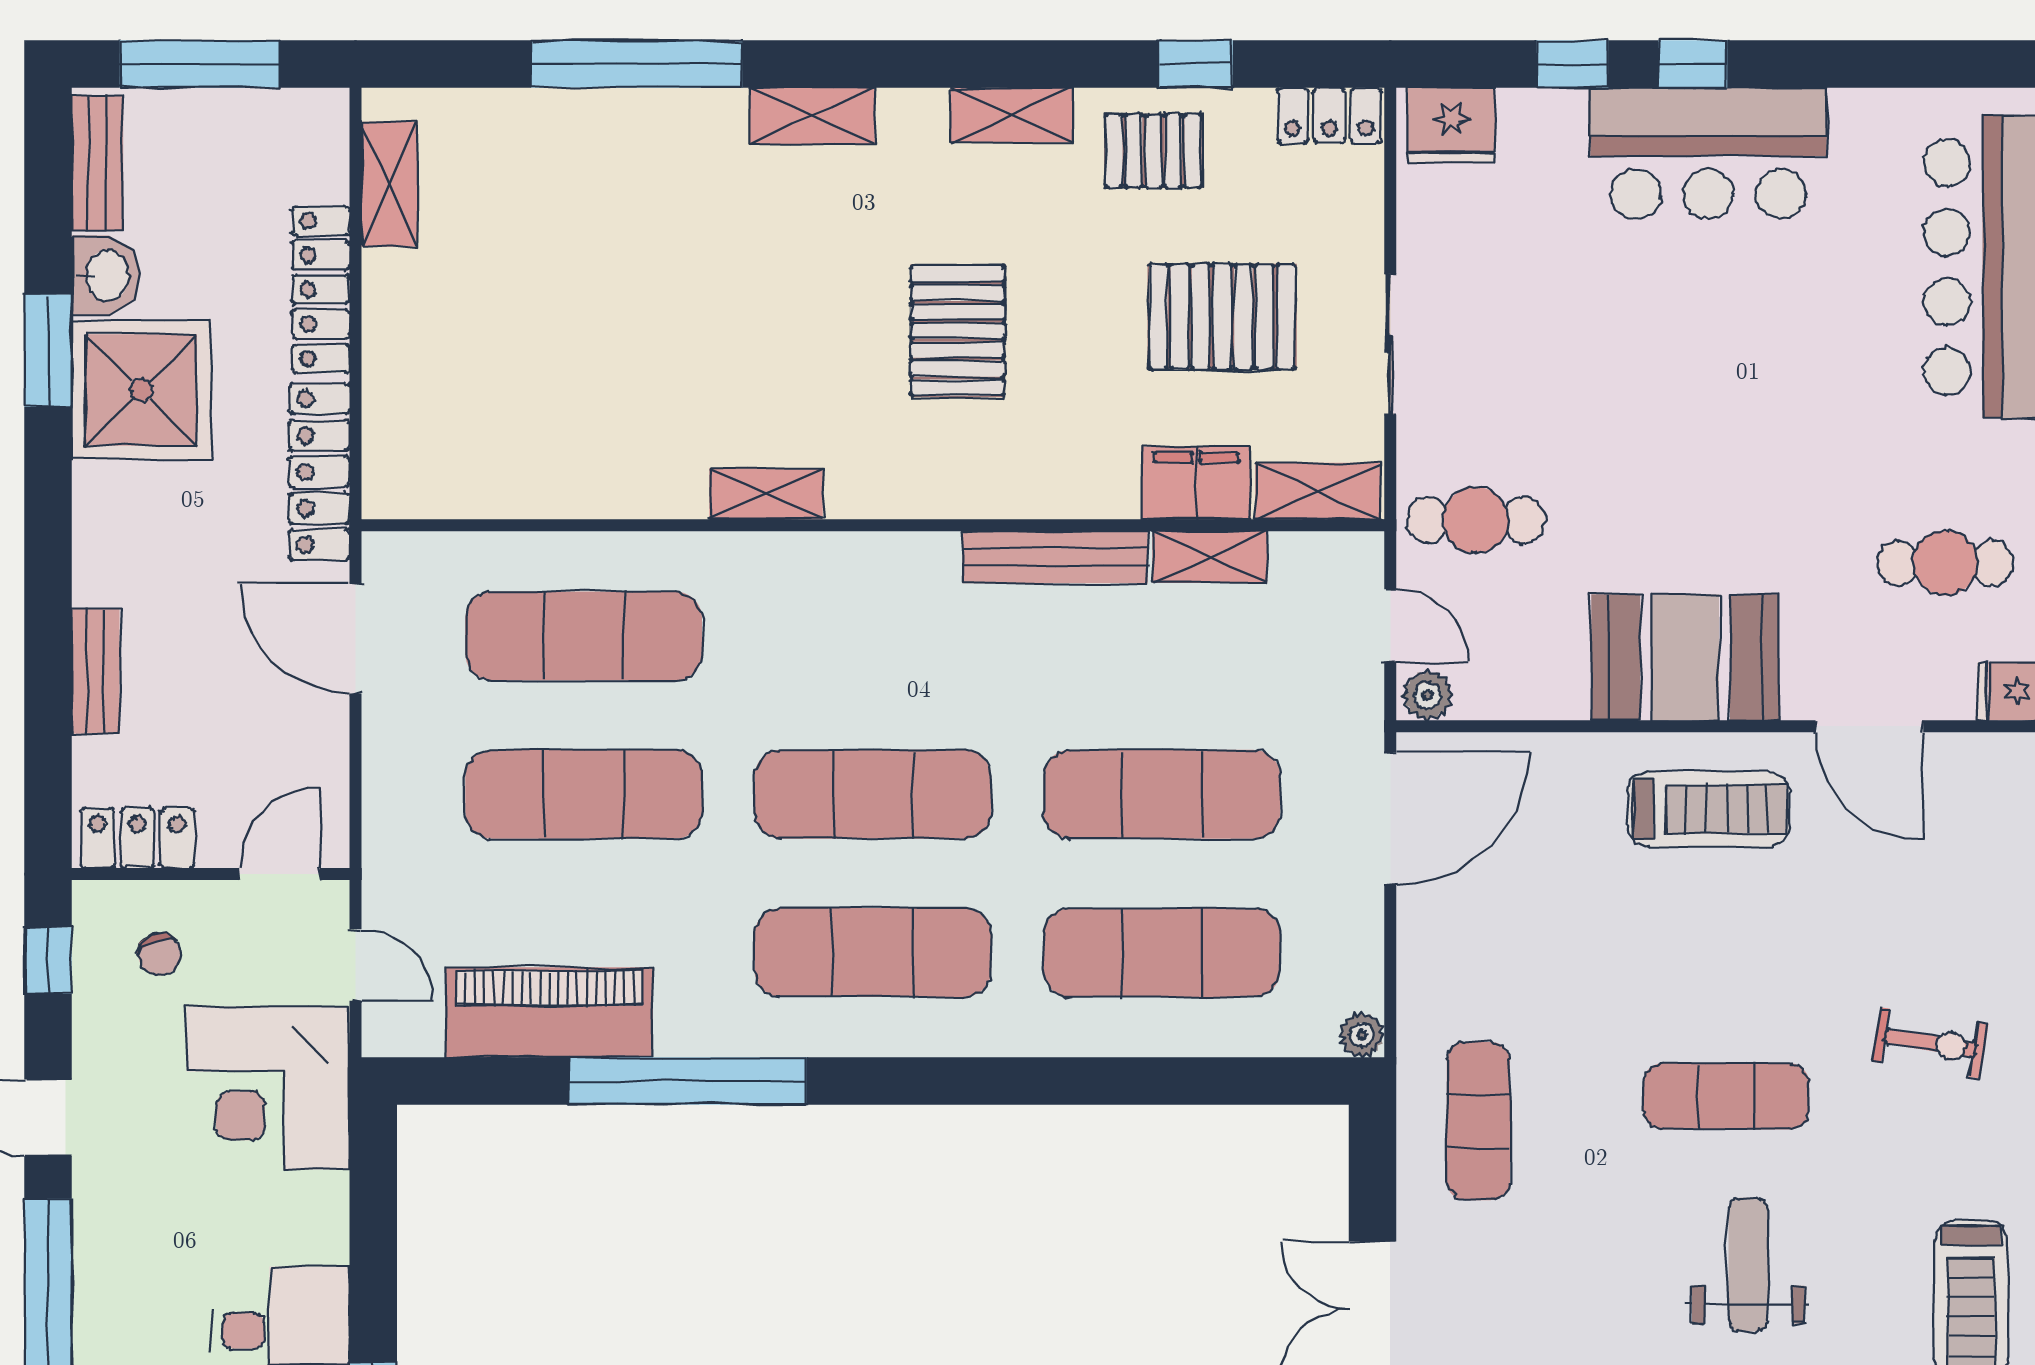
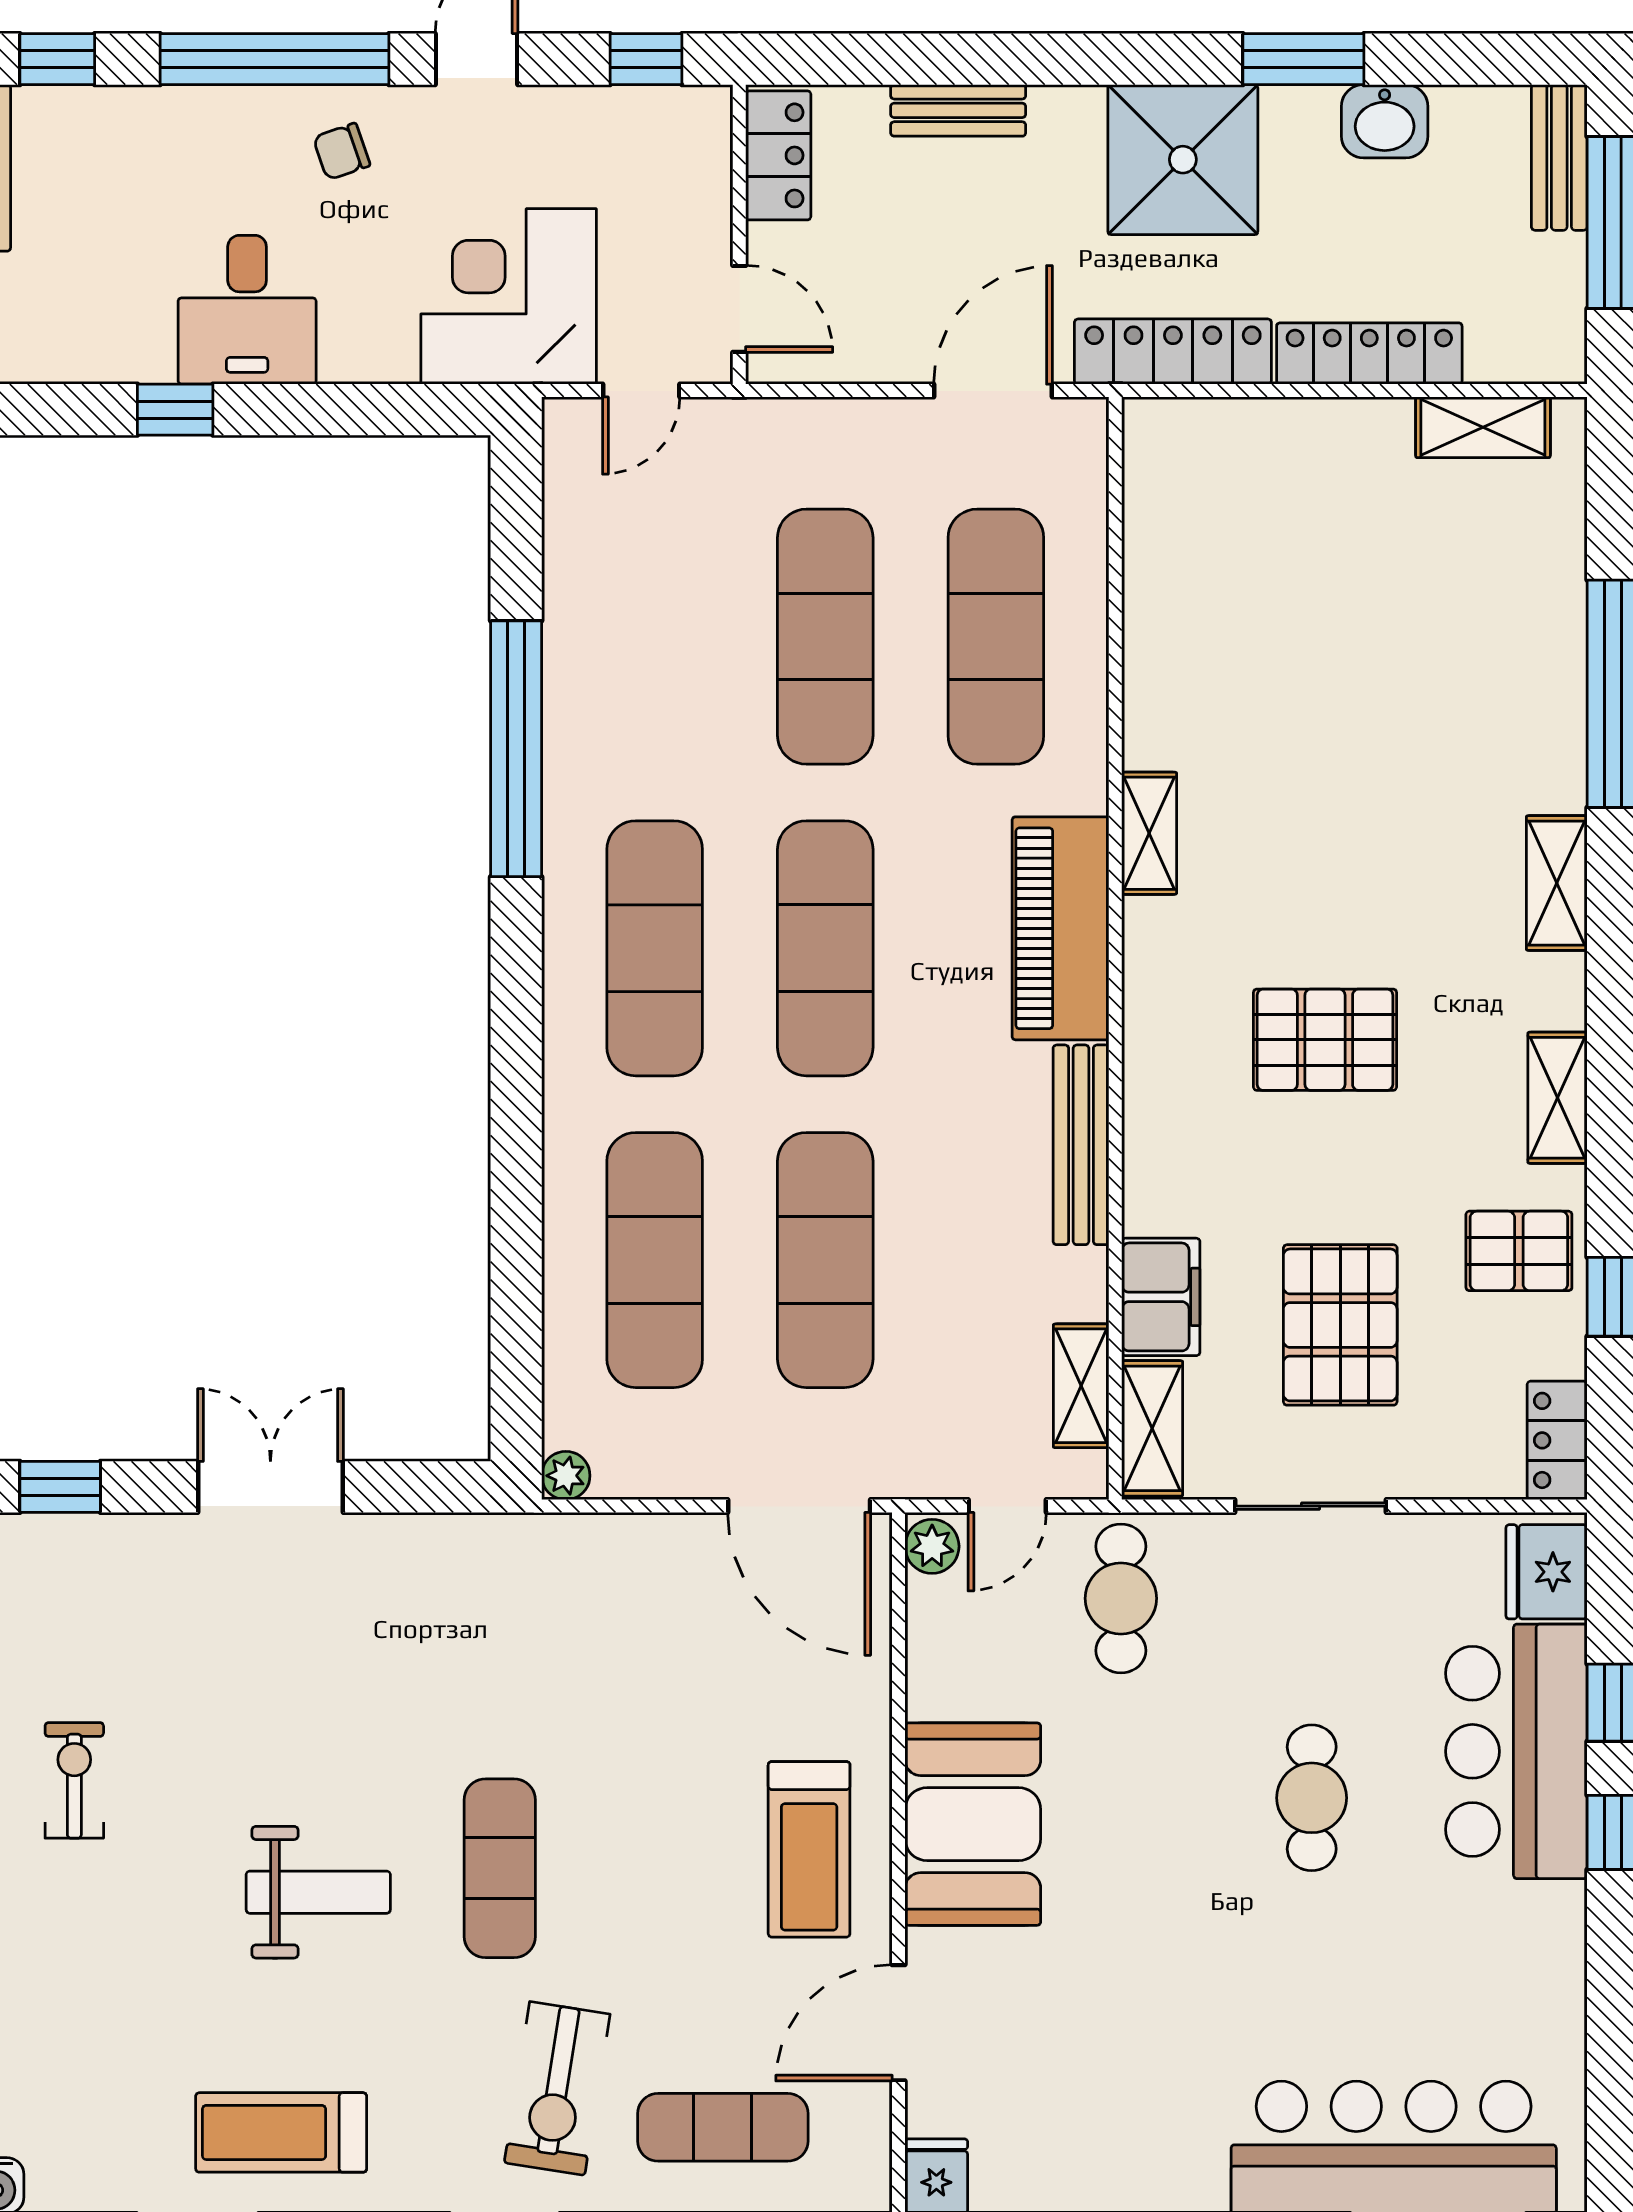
pallet: (1154, 151) -> (1519, 1251), turned 90
bar counter: (1708, 153) -> (1516, 1751), moved
bench: (97, 163) -> (1559, 157), moved, turned 90
shower: (141, 390) -> (1183, 160), moved
shelving: (1210, 557) -> (1081, 1386), moved
cafe table: (1945, 563) -> (1312, 1798), moved
chair: (160, 954) -> (342, 151), moved
piano: (549, 1012) -> (1060, 928), moved, turned 180
exercise bike: (1930, 1043) -> (557, 2088), width x1.38, depth x1.39
exercise mat: (1478, 1121) -> (723, 2127), moved

